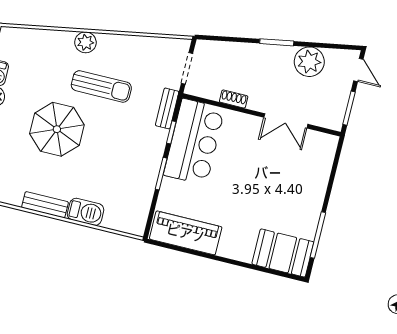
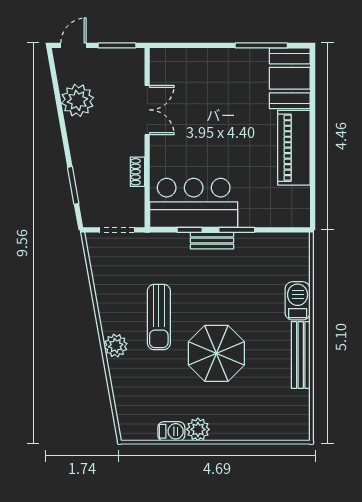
window: (277, 42) -> (73, 185), moved
sun lounger: (101, 86) -> (159, 317), turned 180
bench: (167, 108) -> (212, 241), moved
bench: (45, 205) -> (301, 355), width x1.36
piano: (186, 233) -> (294, 148), moved

